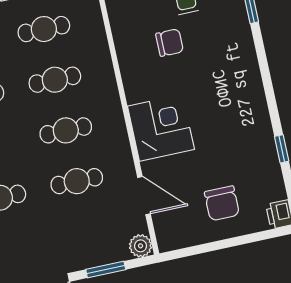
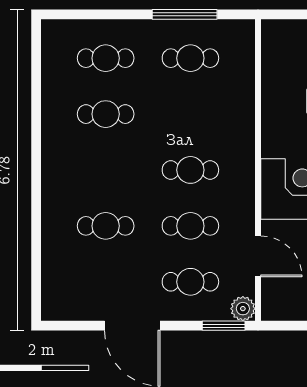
cafe table: (55, 80) -> (190, 282), moved
window: (106, 270) -> (224, 326), moved

